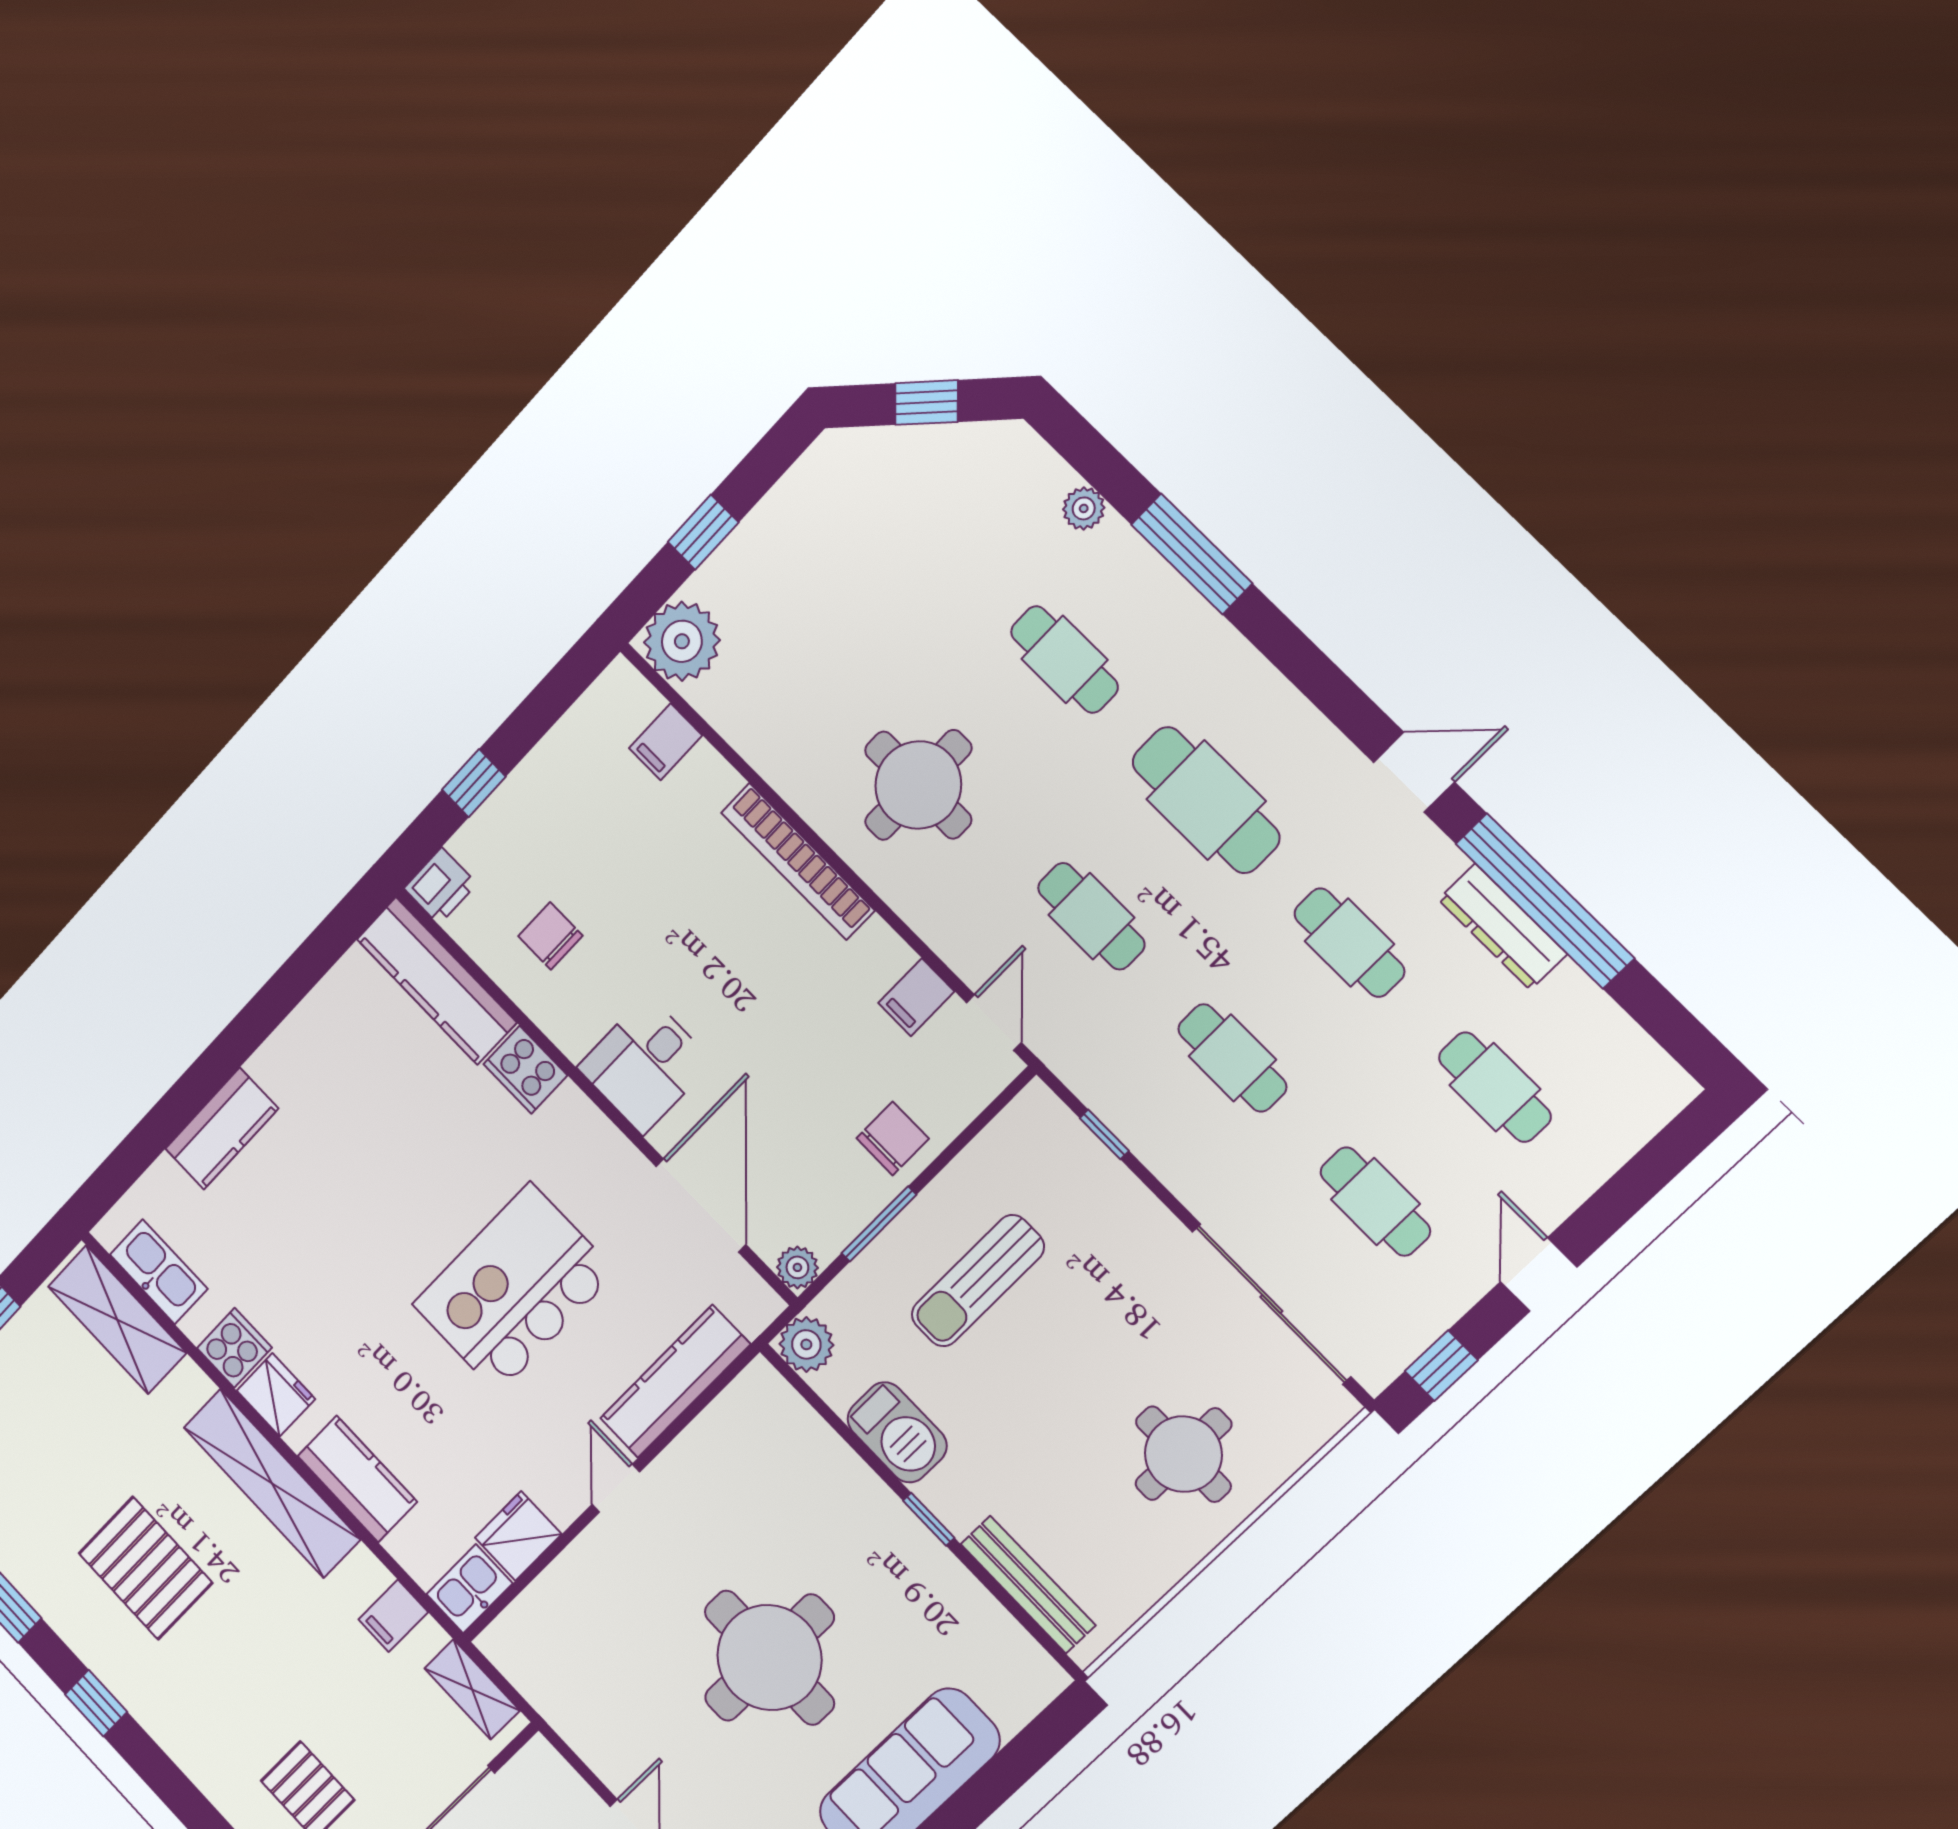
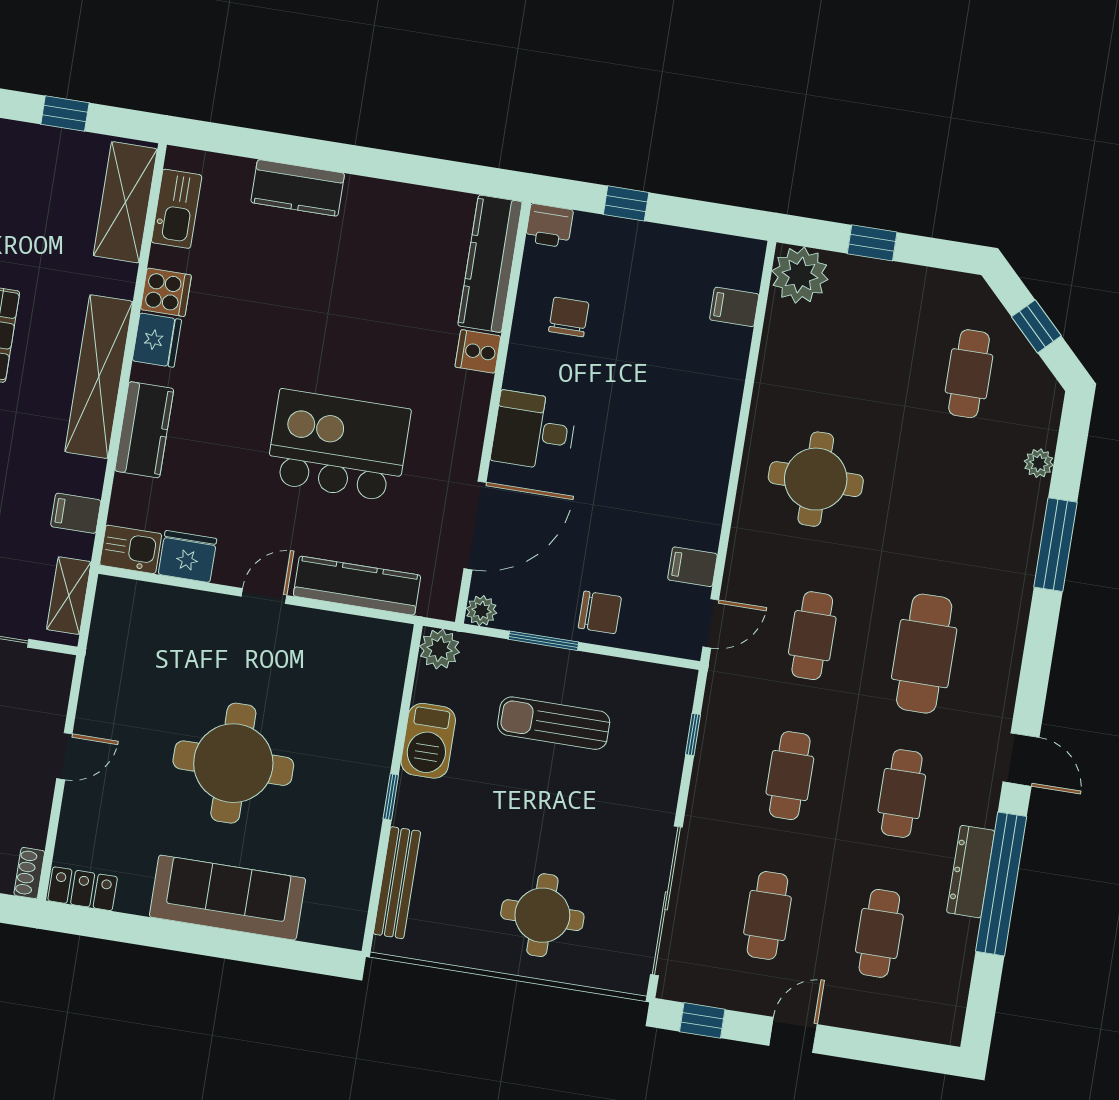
cafe table: (1064, 659) -> (969, 374), moved
bookcase: (798, 861) -> (721, 438), removed
cooker: (525, 1070) -> (478, 351), width x0.73

